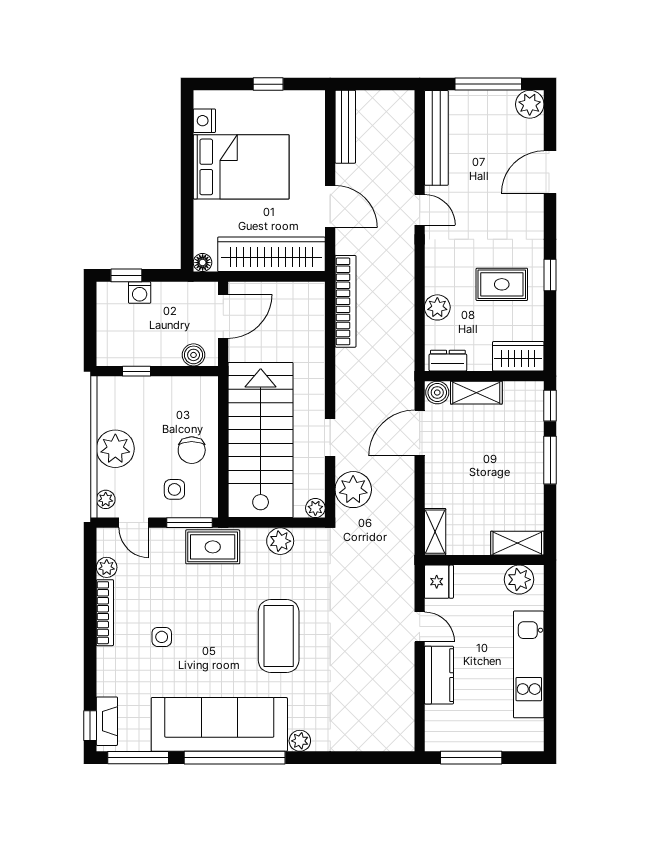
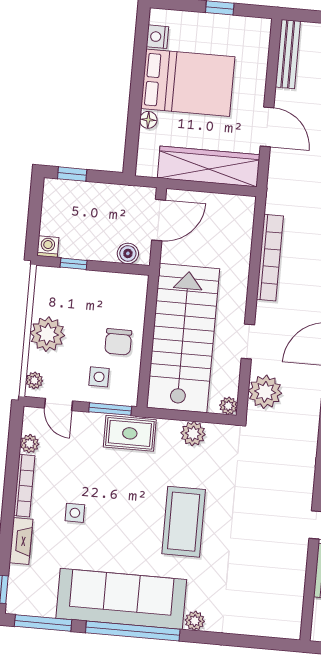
floor lamp: (203, 263) -> (148, 120), moved
washing machine: (140, 293) -> (48, 247), moved, turned 180
bookcase: (345, 301) -> (270, 258), moved
fireplace: (107, 721) -> (21, 541), moved

